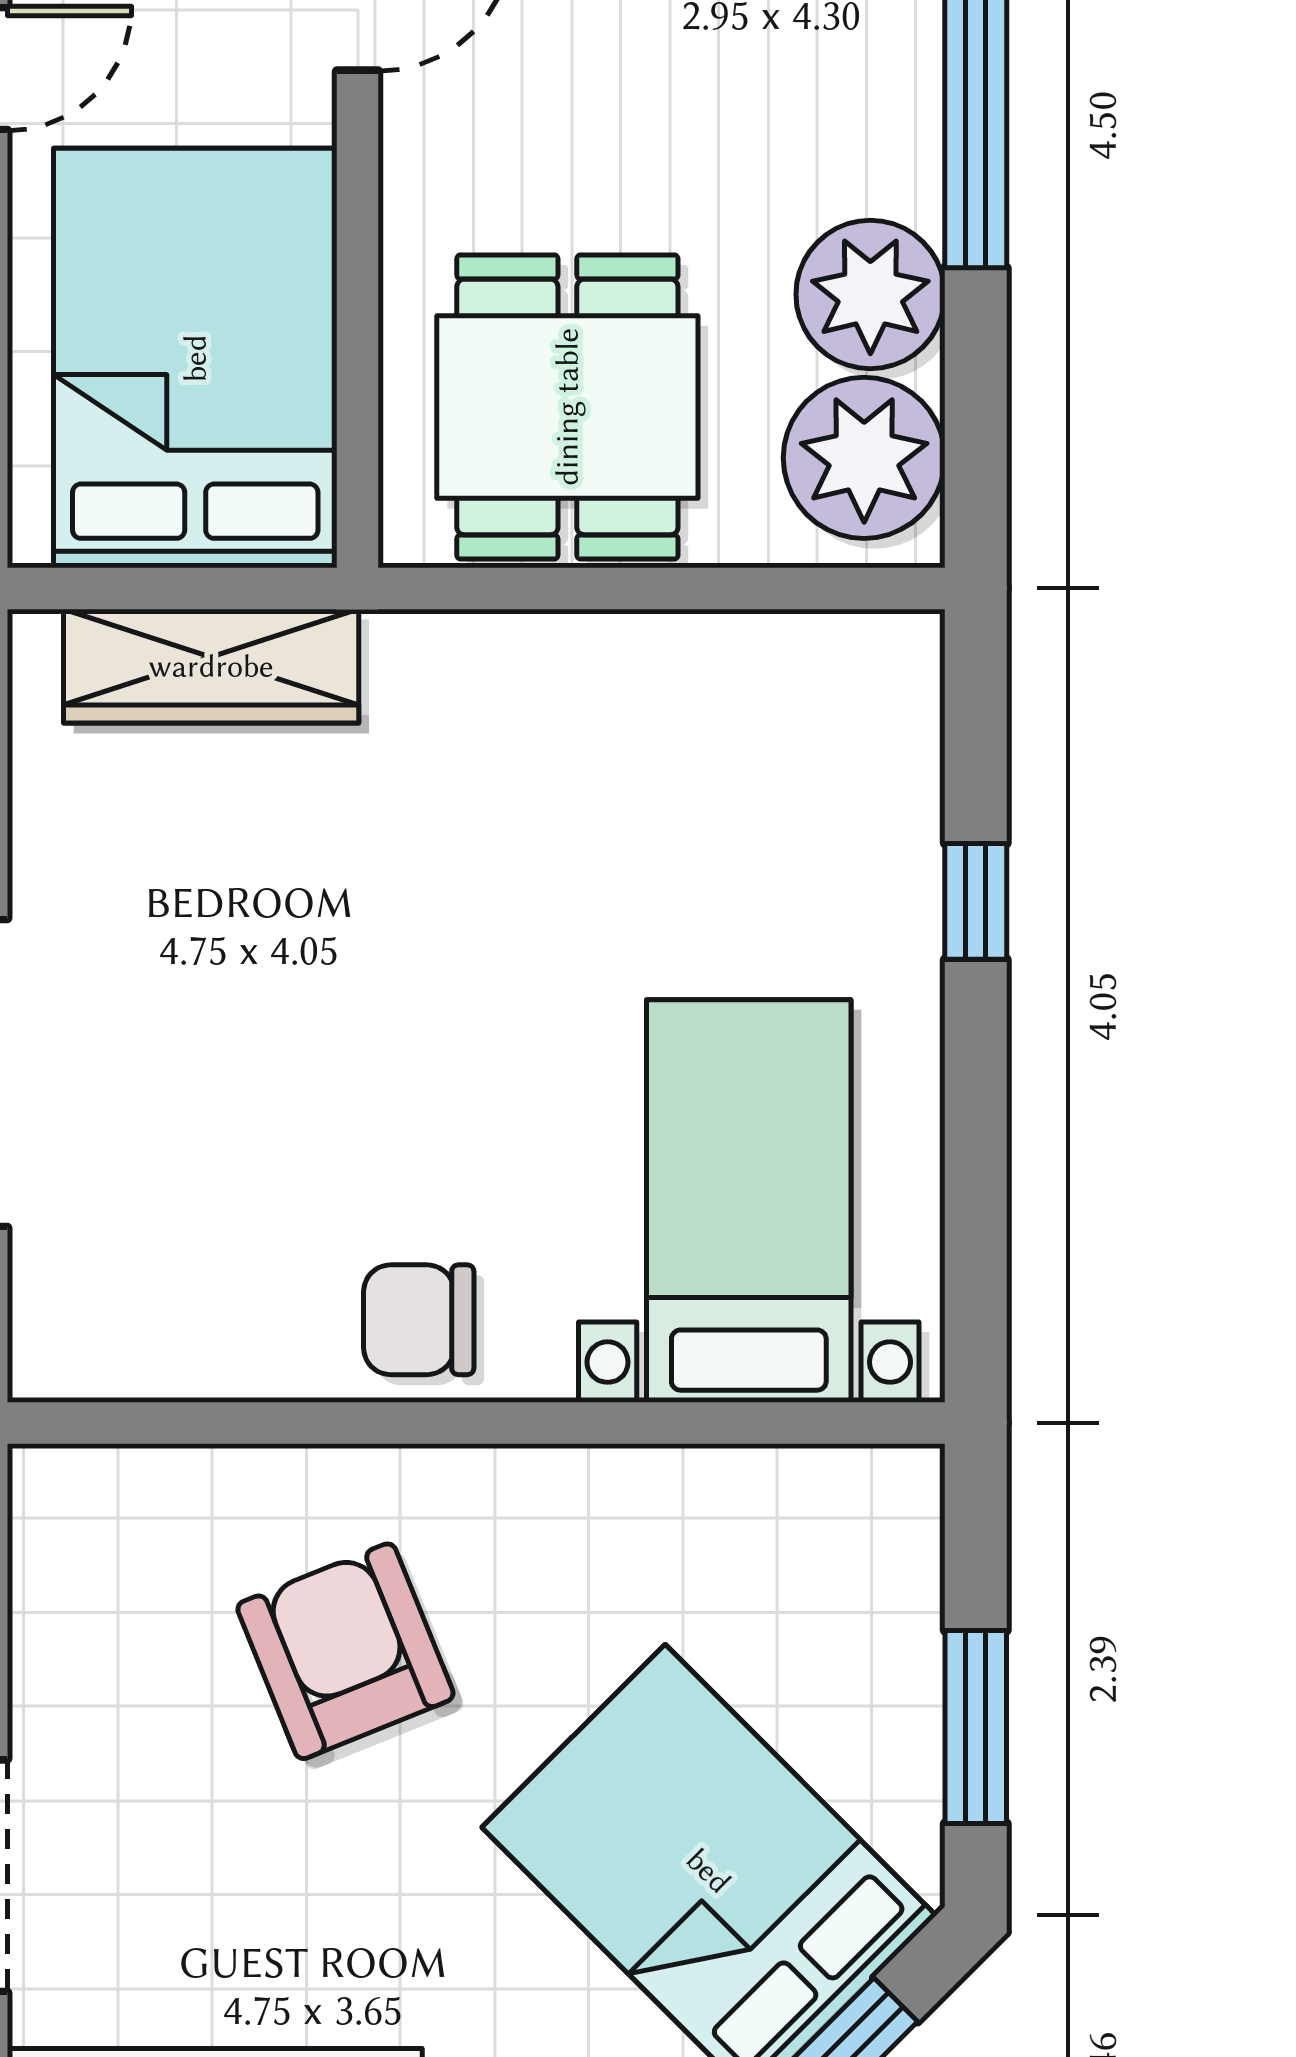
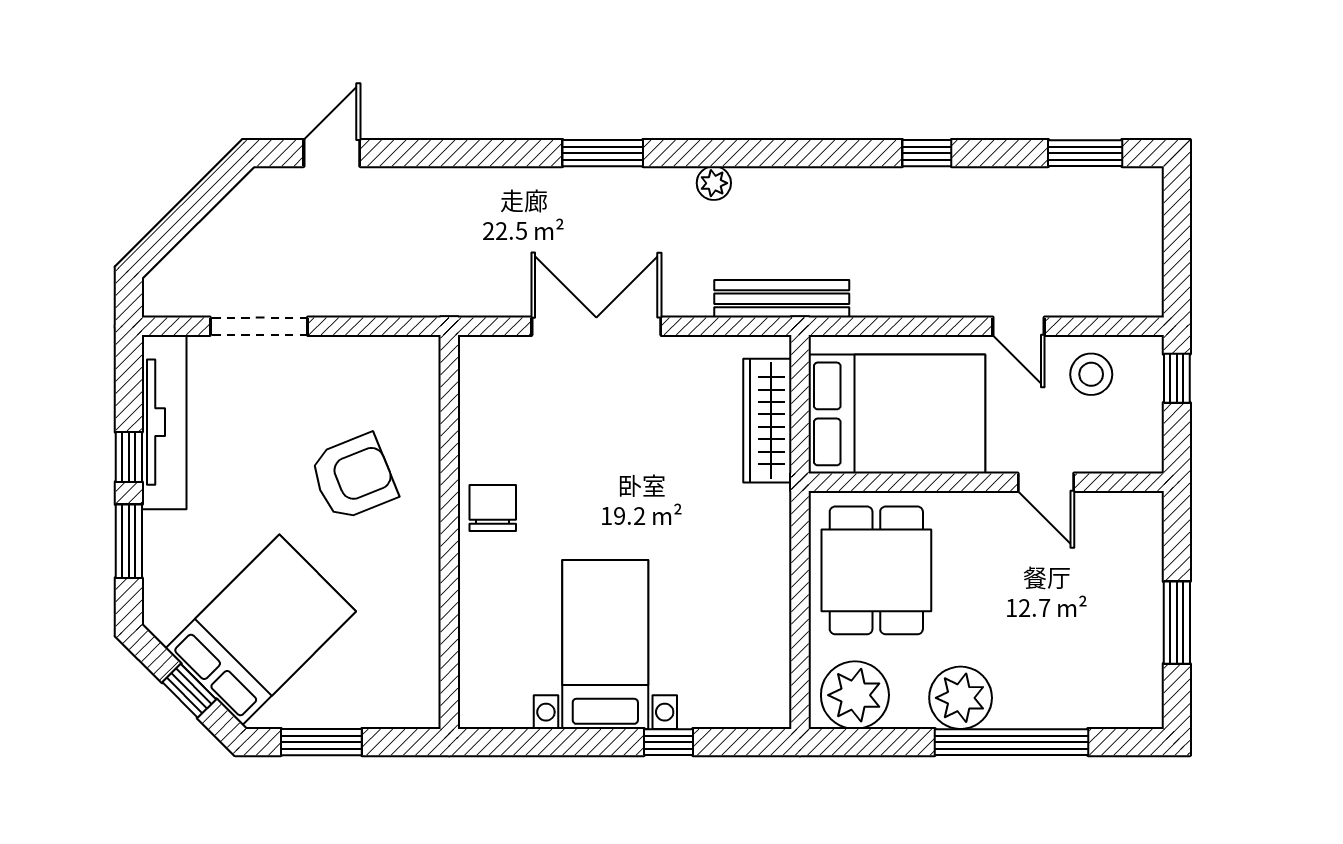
plant: (870, 294) -> (961, 698), moved
dining table: (567, 407) -> (876, 570), turned 90
bed with nightstands: (749, 1201) -> (605, 644), moved, turned -90

